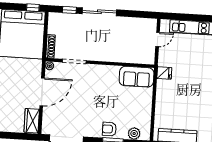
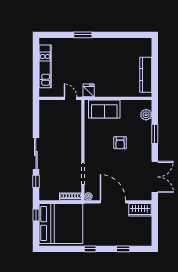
door: (158, 39) -> (70, 98), moved
sofa: (137, 77) -> (104, 109), moved, turned 90
armchair: (109, 129) -> (120, 143), moved

